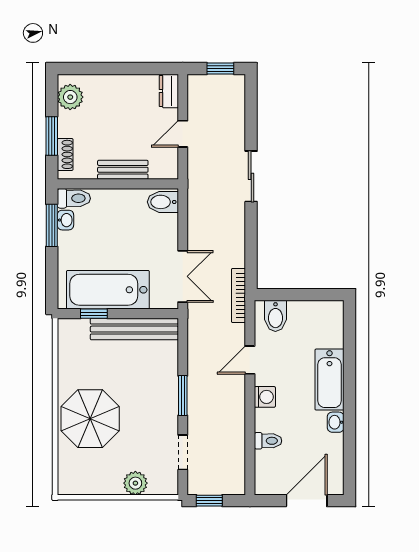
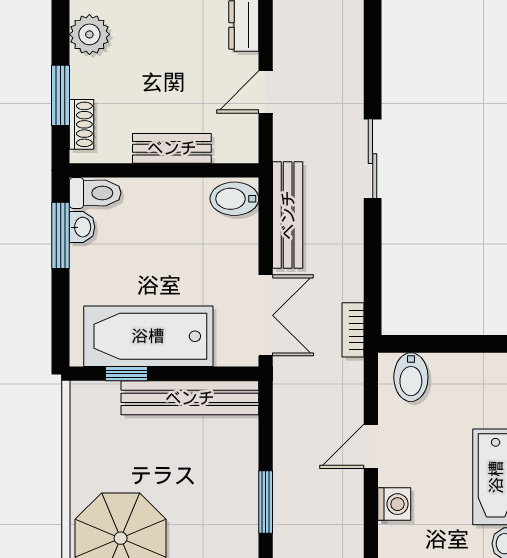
bench: (197, 212) -> (288, 215), added
bookcase: (238, 295) -> (353, 330), width x0.64

